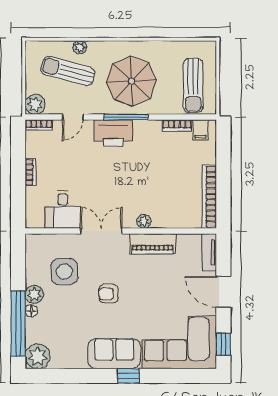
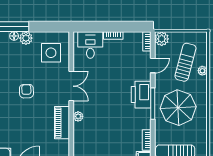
door: (73, 117) -> (153, 66), swing flipped
desk: (63, 210) -> (90, 45), moved, turned 90
side table: (64, 272) -> (51, 53), moved

